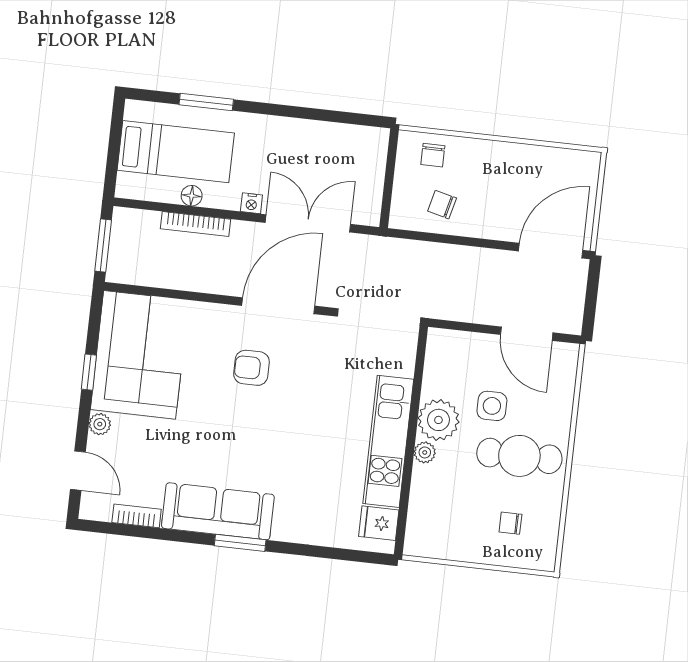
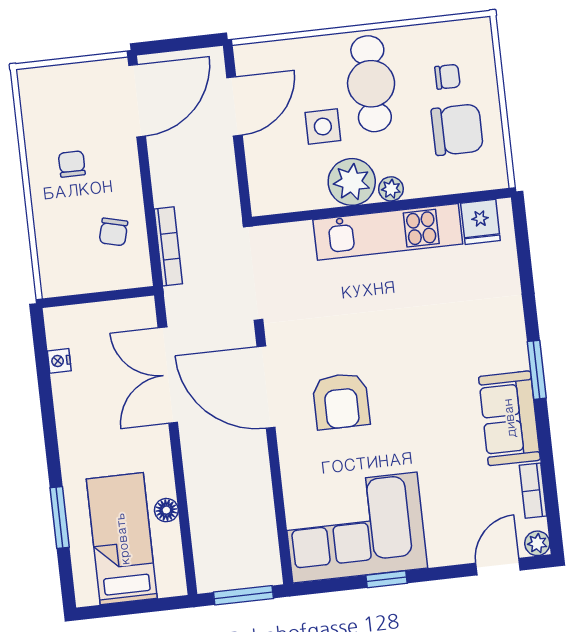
chair: (433, 155) -> (72, 164), moved, turned -90
nightstand: (251, 203) -> (59, 361), moved, turned 180
bookcase: (196, 224) -> (168, 246), moved
door: (551, 251) -> (137, 101), swing flipped
armchair: (251, 368) -> (341, 401), width x1.38, depth x1.38
plant: (100, 424) -> (537, 543), moved
sofa: (218, 511) -> (509, 418), width x0.73
chair: (463, 521) -> (457, 130), added
chair: (510, 523) -> (447, 77), turned -90

